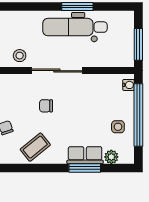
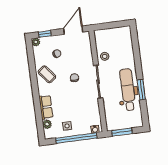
window: (85, 168) -> (38, 108), removed

